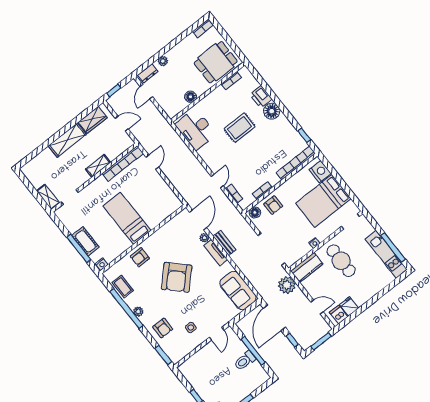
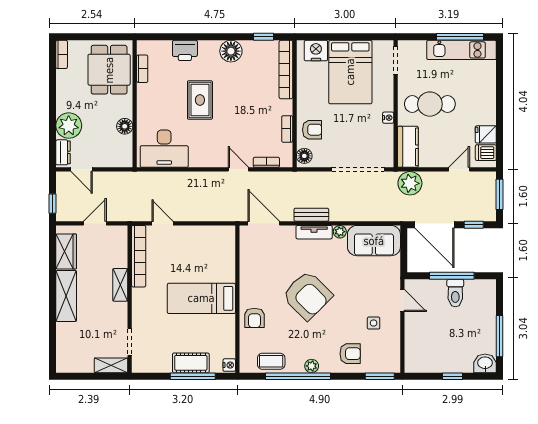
plant: (163, 61) -> (69, 126), width x1.87, depth x1.87
floor lamp: (272, 111) -> (231, 51), moved
plant: (204, 238) -> (340, 232), moved

